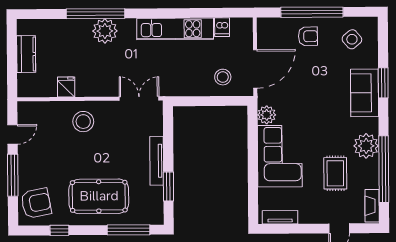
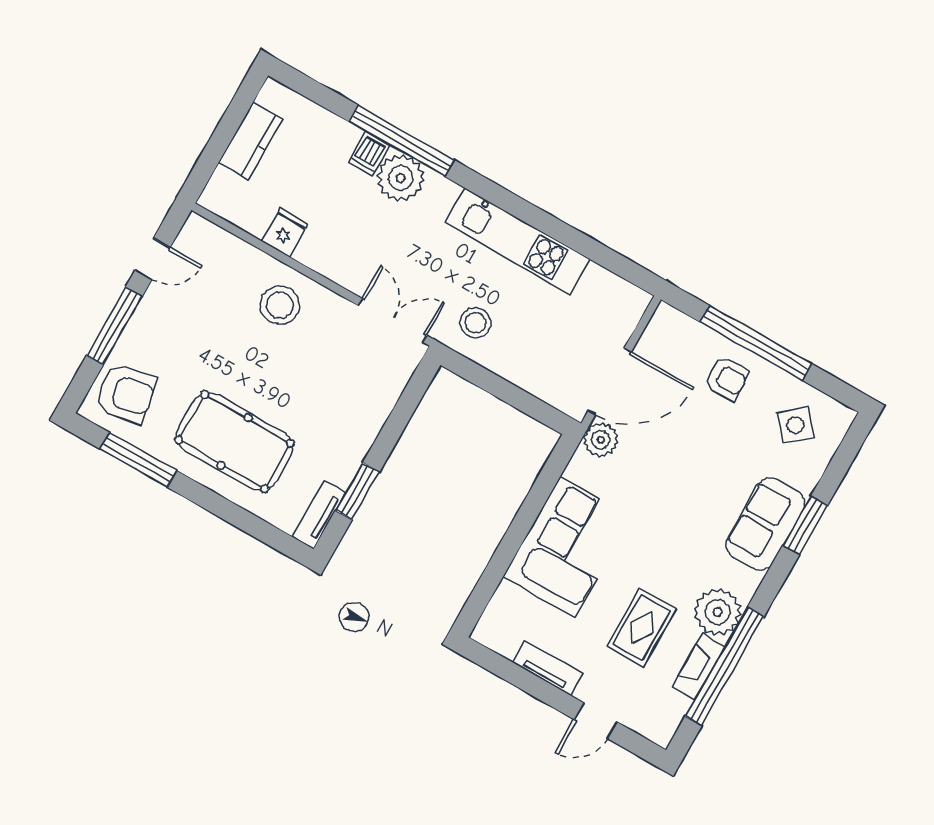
dishwasher: (222, 27) -> (369, 153), moved
stool: (223, 77) -> (476, 323), moved
plant: (267, 115) -> (601, 440), moved
tv unit: (157, 161) -> (319, 515), moved, width x0.71
fireplace: (372, 206) -> (699, 667), moved
tv unit: (280, 217) -> (548, 668), moved
window: (59, 230) -> (138, 460), width x2.17
window: (129, 230) -> (251, 524), removed

